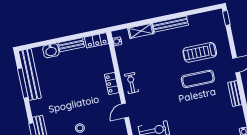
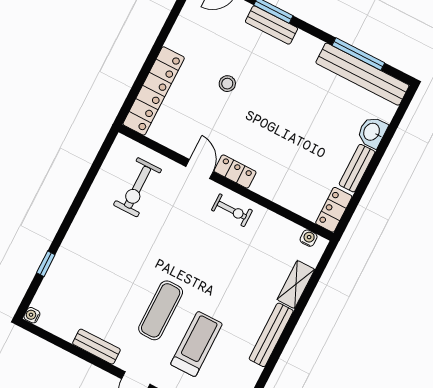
locker: (112, 83) -> (235, 172), moved

